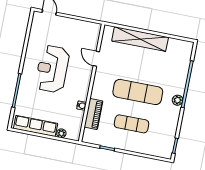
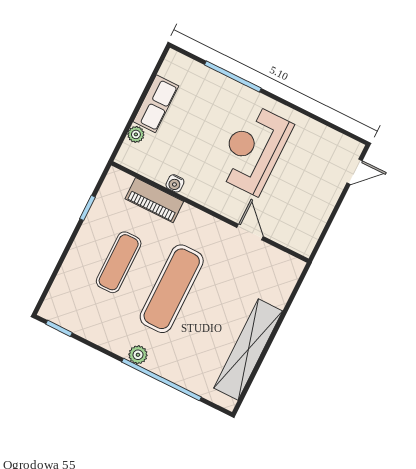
shelving: (140, 39) -> (248, 349), moved
door: (96, 59) -> (250, 232), hinge flipped
reception desk: (52, 69) -> (254, 150), turned -90
row of seats: (36, 126) -> (156, 104), width x0.68

